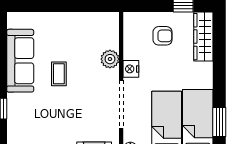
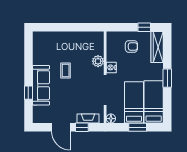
sofa: (20, 61) -> (41, 85), moved
window: (219, 122) -> (167, 78), moved

